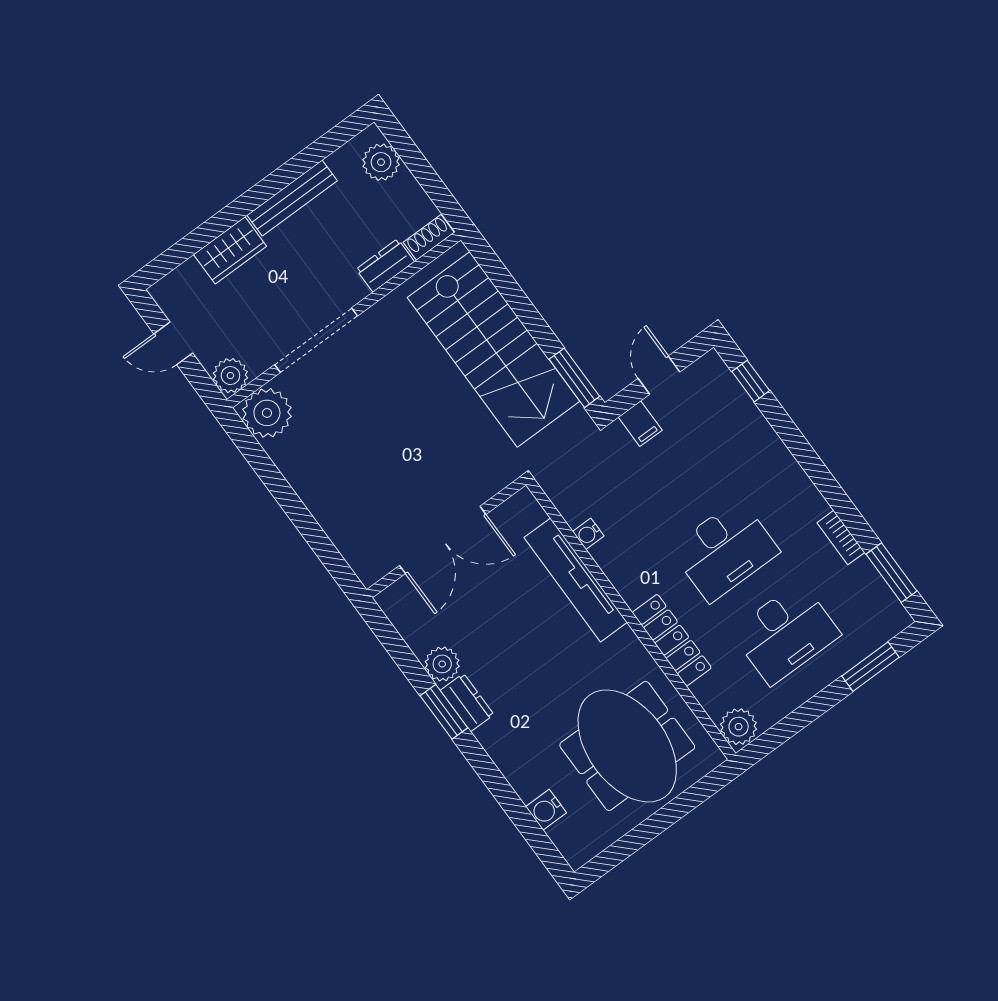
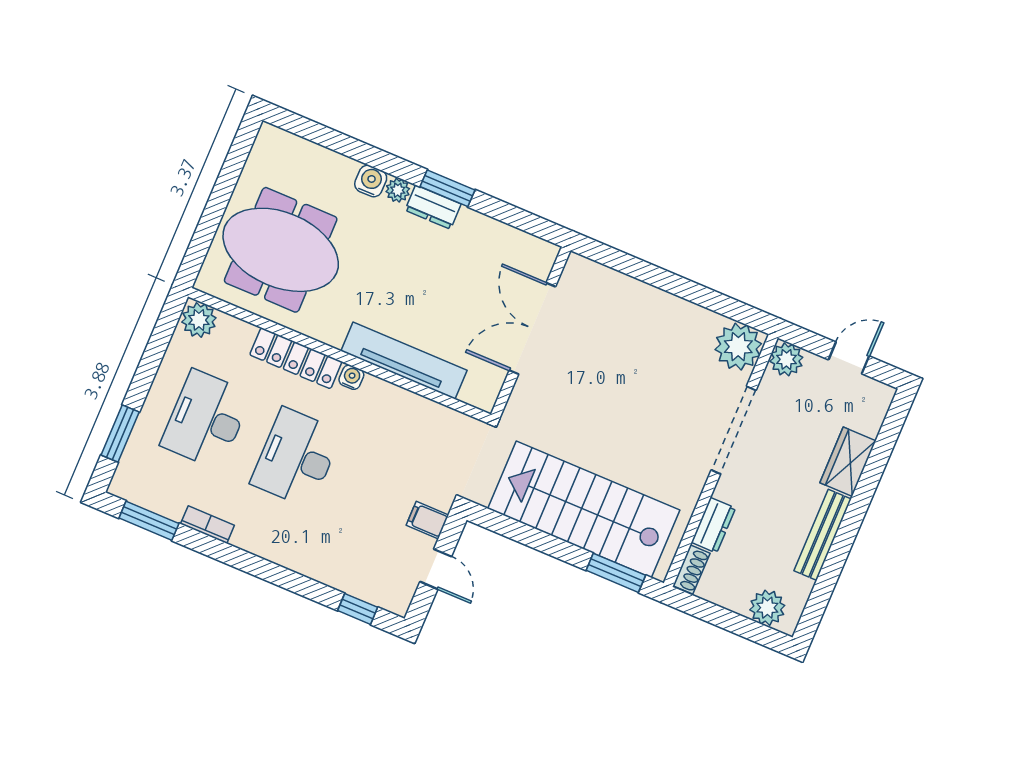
window: (574, 378) -> (616, 573), moved
water cooler: (588, 534) -> (351, 377), moved
plant: (442, 664) -> (398, 190), moved, width x0.73, depth x0.73
water cooler: (546, 810) -> (371, 181), moved

